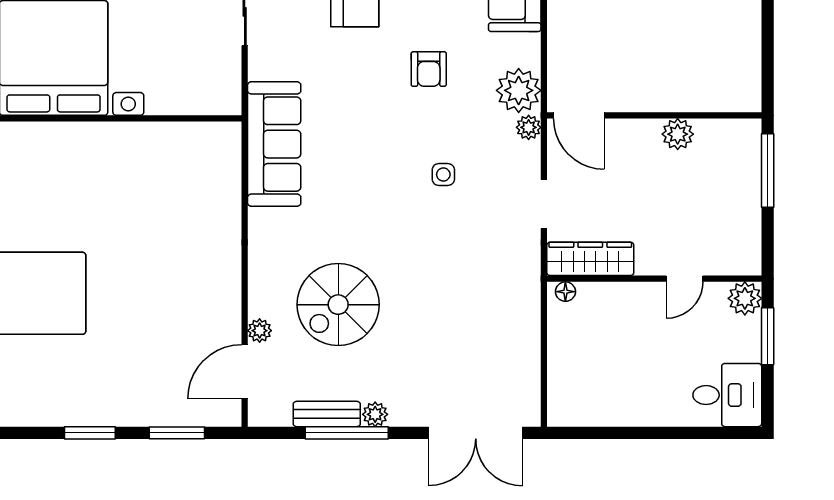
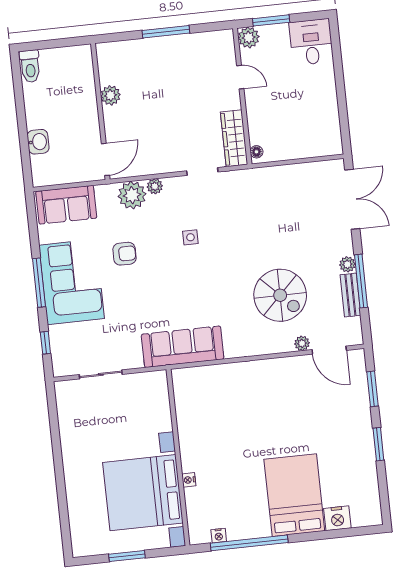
door: (579, 115) -> (105, 159), moved
wall: (654, 115) -> (100, 112), moved
nightstand: (66, 132) -> (189, 480), added
plant: (678, 134) -> (111, 95), moved

